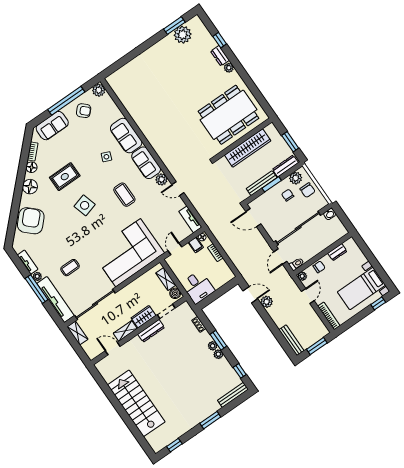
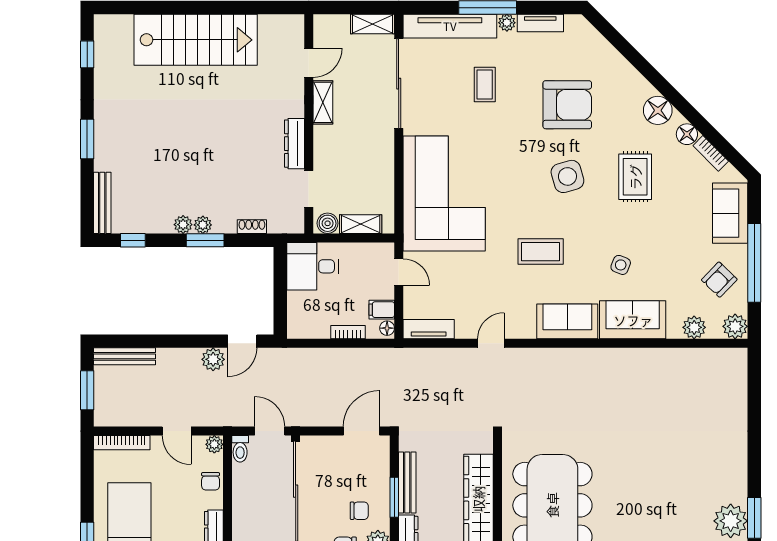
plant: (162, 179) -> (694, 327), moved
armchair: (31, 221) -> (567, 105), moved, turned -44
wardrobe: (143, 317) -> (325, 147), removed

